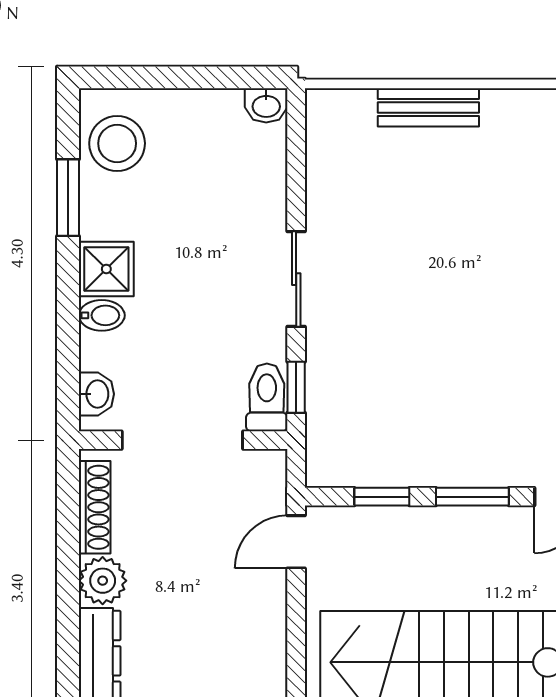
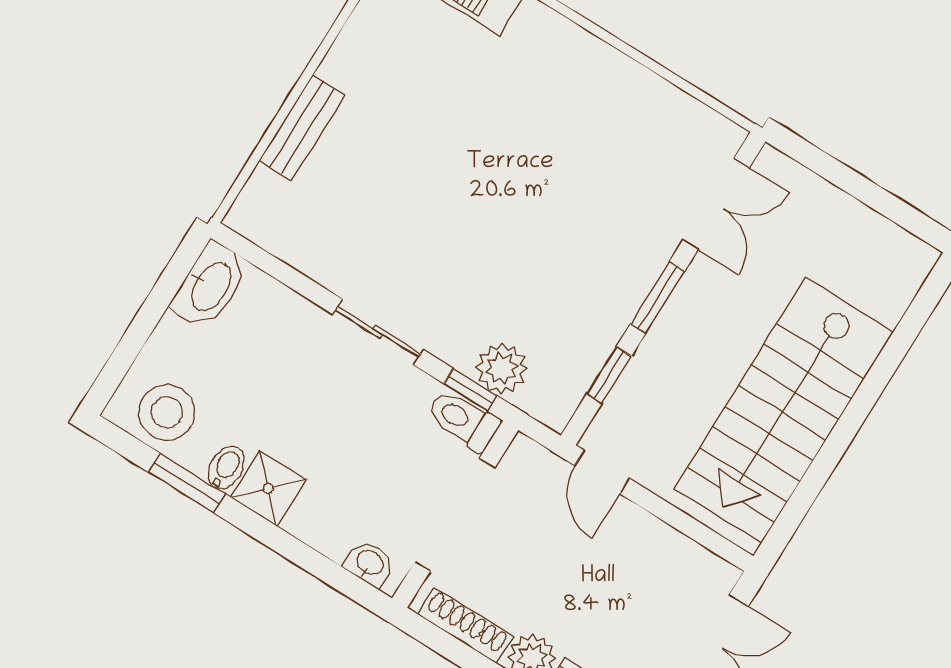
washbasin: (266, 105) -> (210, 286), width x1.91, depth x1.45
bidet: (102, 315) -> (226, 468), moved
plant: (330, 403) -> (502, 369), added

